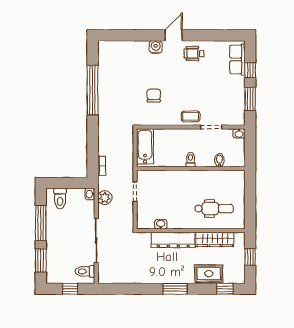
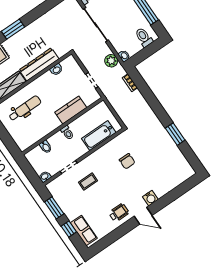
door: (174, 35) -> (143, 216), hinge flipped
window: (93, 90) -> (175, 134), width x0.47
coffee table: (191, 116) -> (88, 182), moved
bathtub: (145, 146) -> (99, 136), moved, turned 90
kitchen counter: (173, 178) -> (71, 110), added
dental chair: (214, 209) -> (25, 108), turned 180

